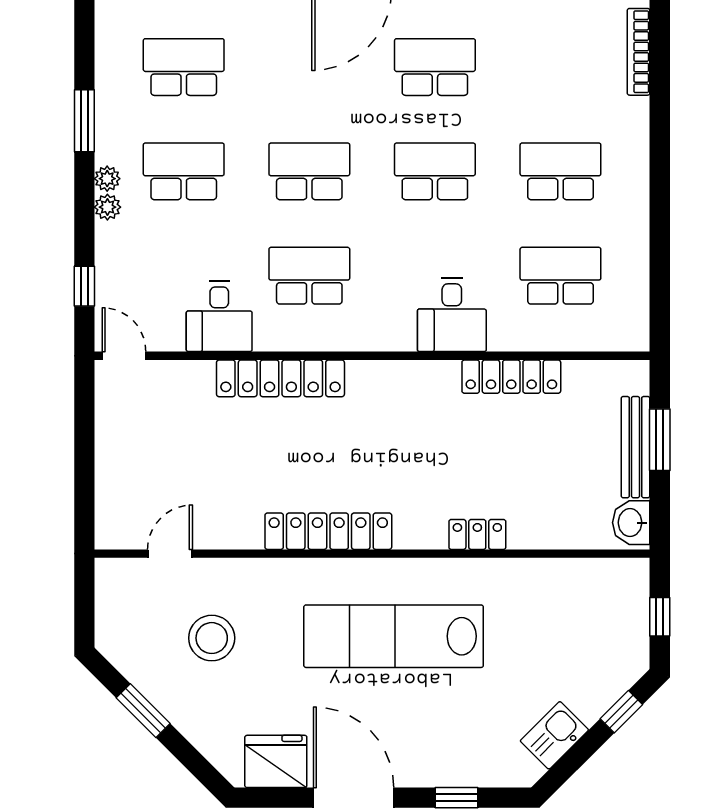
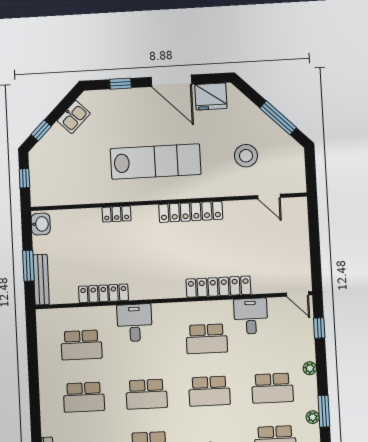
plant: (107, 179) -> (313, 417), moved
bench: (636, 447) -> (41, 280), moved
door: (170, 554) -> (269, 197), hinge flipped
window: (143, 711) -> (278, 118), width x1.44

